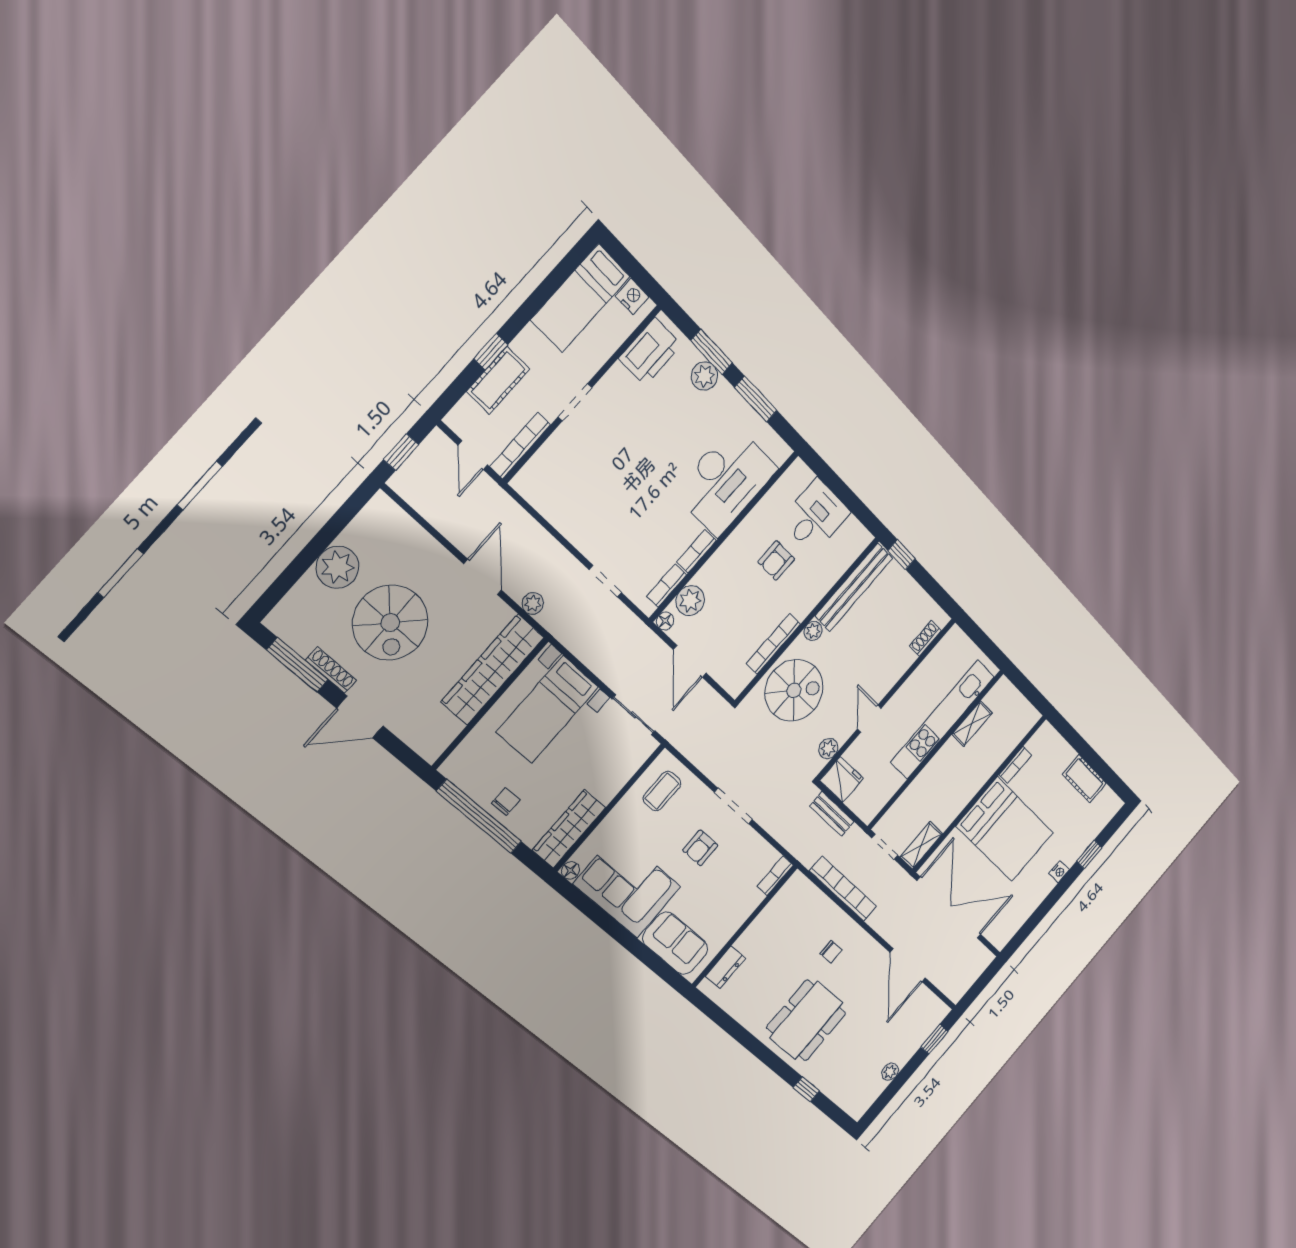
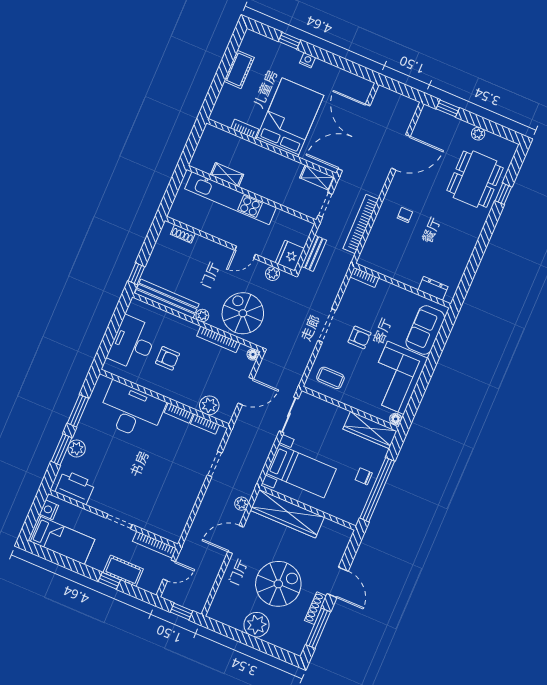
desk: (815, 516) -> (133, 343), width x1.37
floor lamp: (665, 621) -> (253, 354), moved
dining table: (806, 1020) -> (475, 179), moved, turned 90

